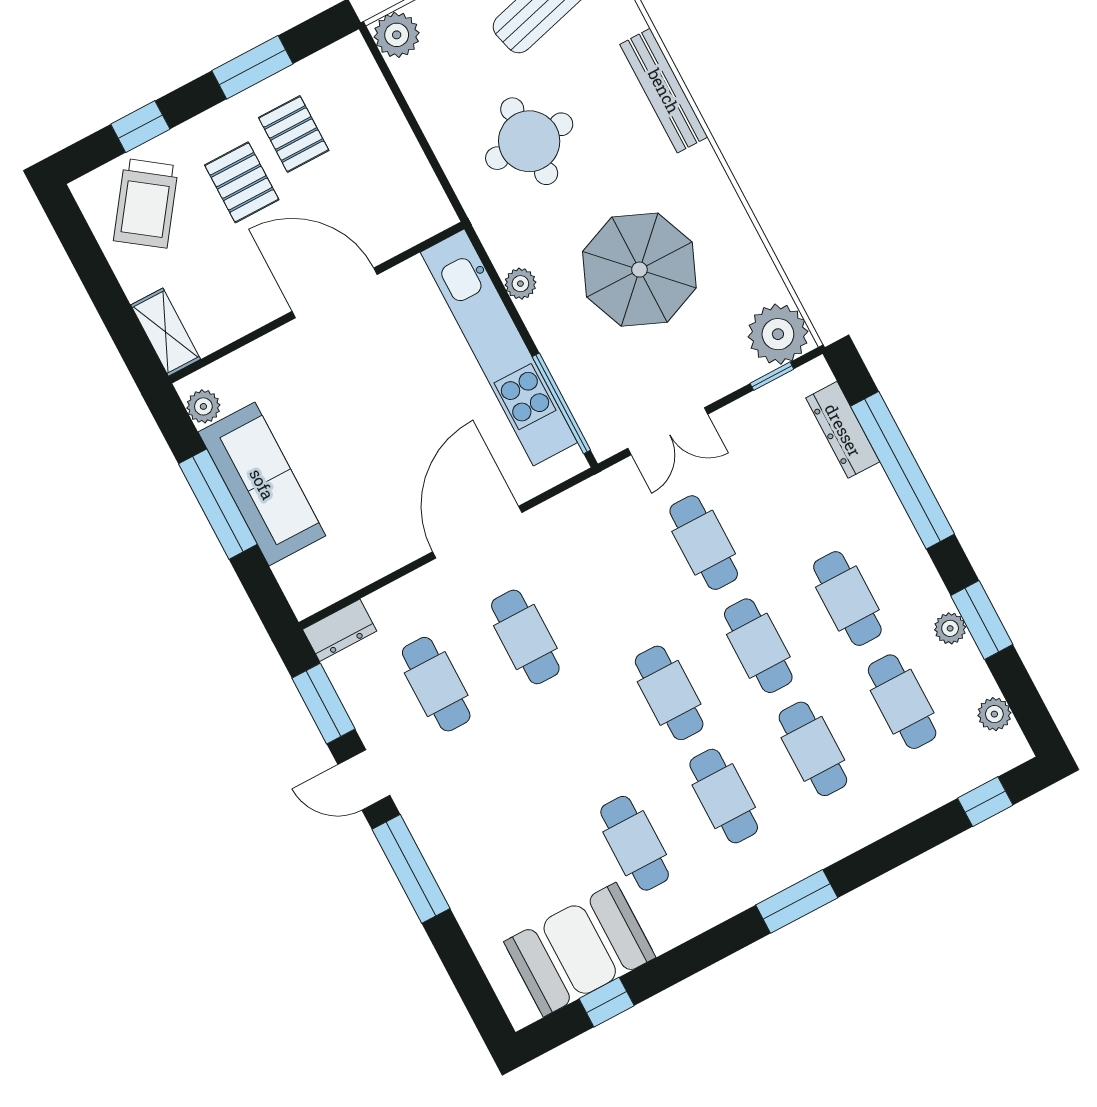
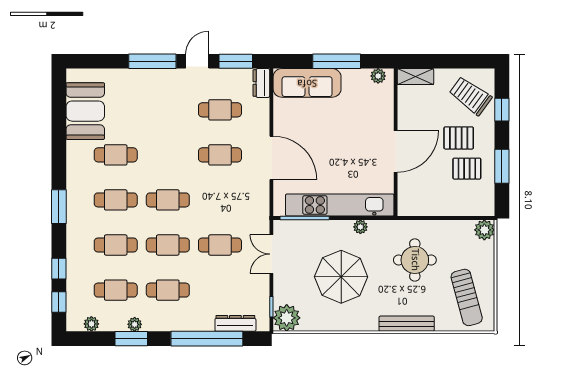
sofa: (262, 484) -> (307, 83), moved
window: (607, 1002) -> (59, 269), moved

